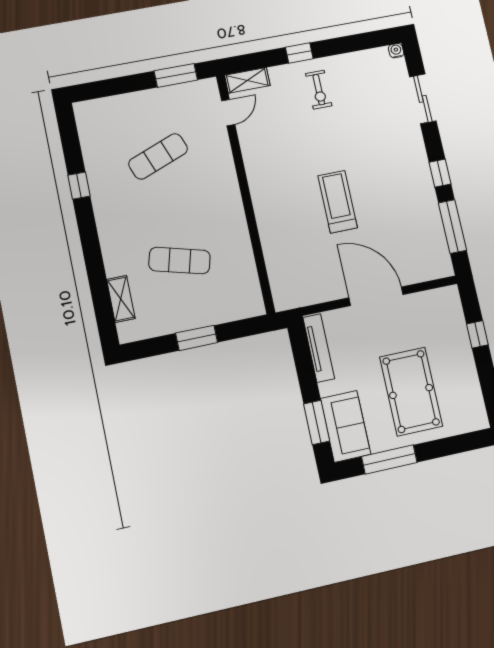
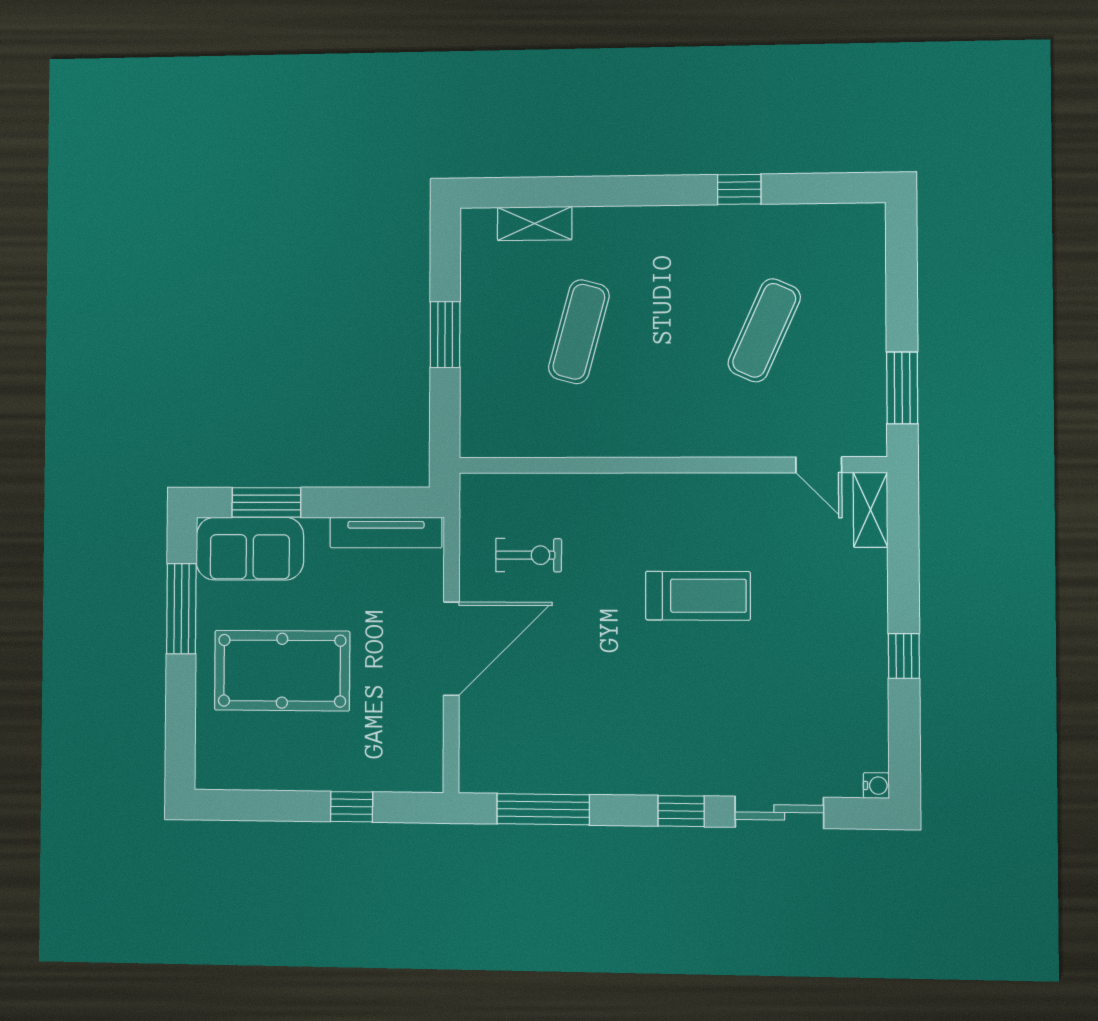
window: (299, 53) -> (904, 656), moved
exercise bike: (319, 90) -> (529, 555), moved, turned 180
exercise mat: (158, 156) -> (764, 330), turned 45
window: (440, 173) -> (681, 811), moved
treadmill: (338, 202) -> (698, 596), moved

